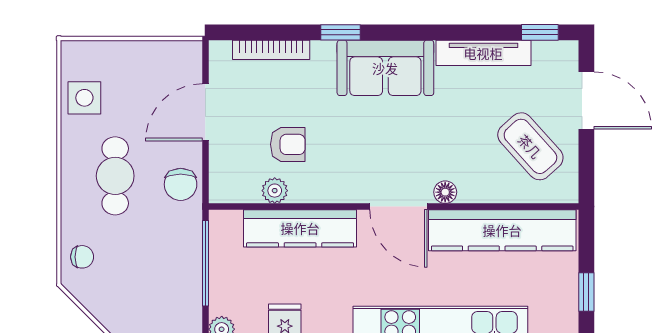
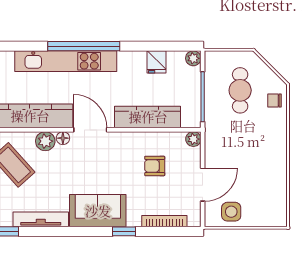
side table: (84, 98) -> (231, 212), moved
cafe table: (115, 176) -> (240, 90), moved
chair: (181, 184) -> (217, 143), removed
plant: (476, 187) -> (45, 141), added
plant: (275, 191) -> (193, 139), moved

